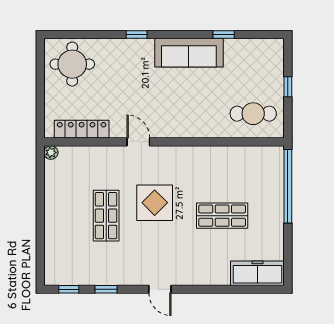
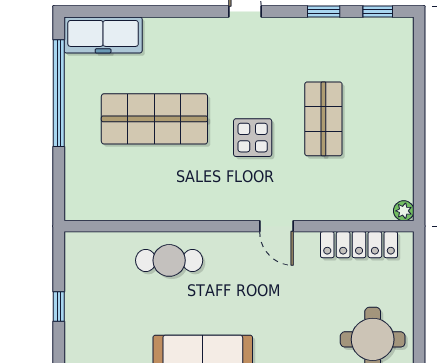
cafe table: (253, 114) -> (169, 260), moved
window: (288, 186) -> (59, 93), moved
display table: (155, 203) -> (253, 138), width x0.73, depth x0.73
shop shelf: (222, 216) -> (154, 119), width x1.43, depth x1.36

